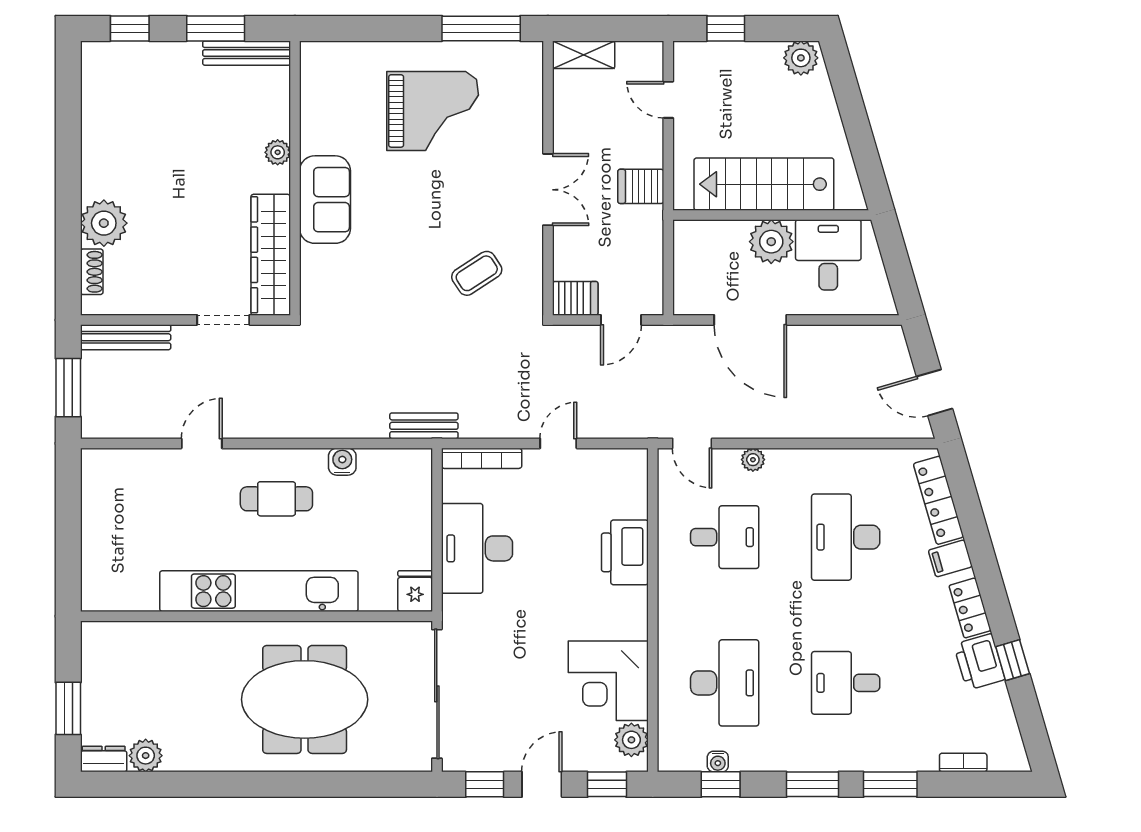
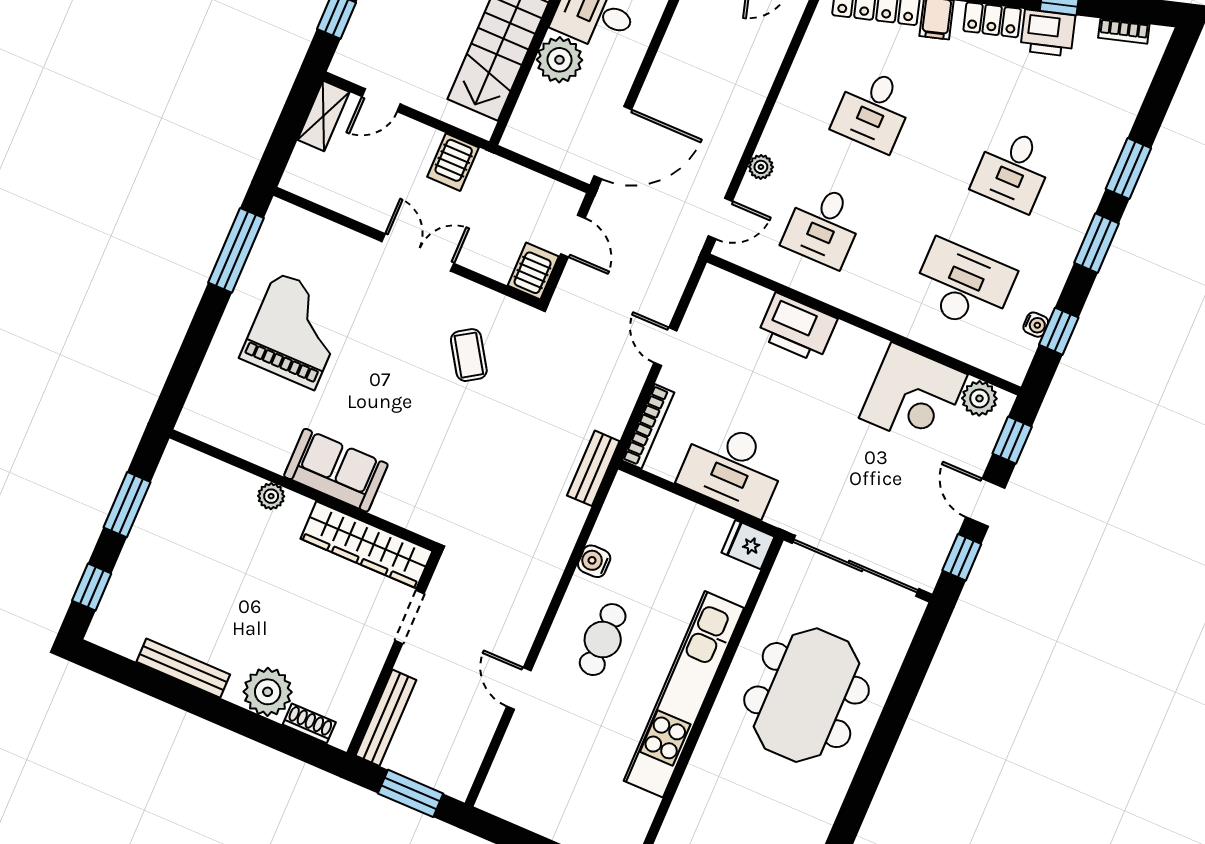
bench: (247, 53) -> (183, 668), moved, turned 90
shelving: (584, 55) -> (323, 116), moved
door: (750, 320) -> (613, 143), moved
desk: (725, 537) -> (823, 226), turned 180
desk: (846, 537) -> (873, 110), width x0.73
bookcase: (963, 763) -> (1124, 31), moved, turned -106

